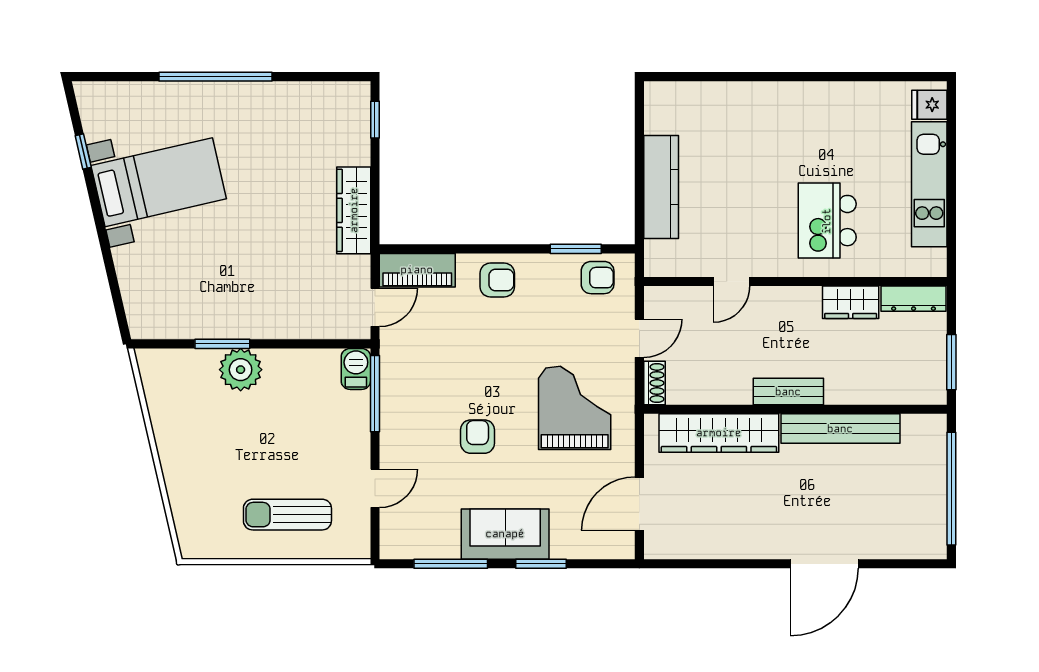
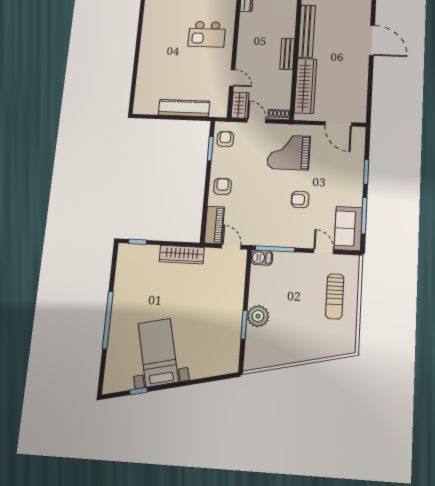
wardrobe: (851, 302) -> (240, 105), moved
sofa: (505, 534) -> (348, 229), moved

